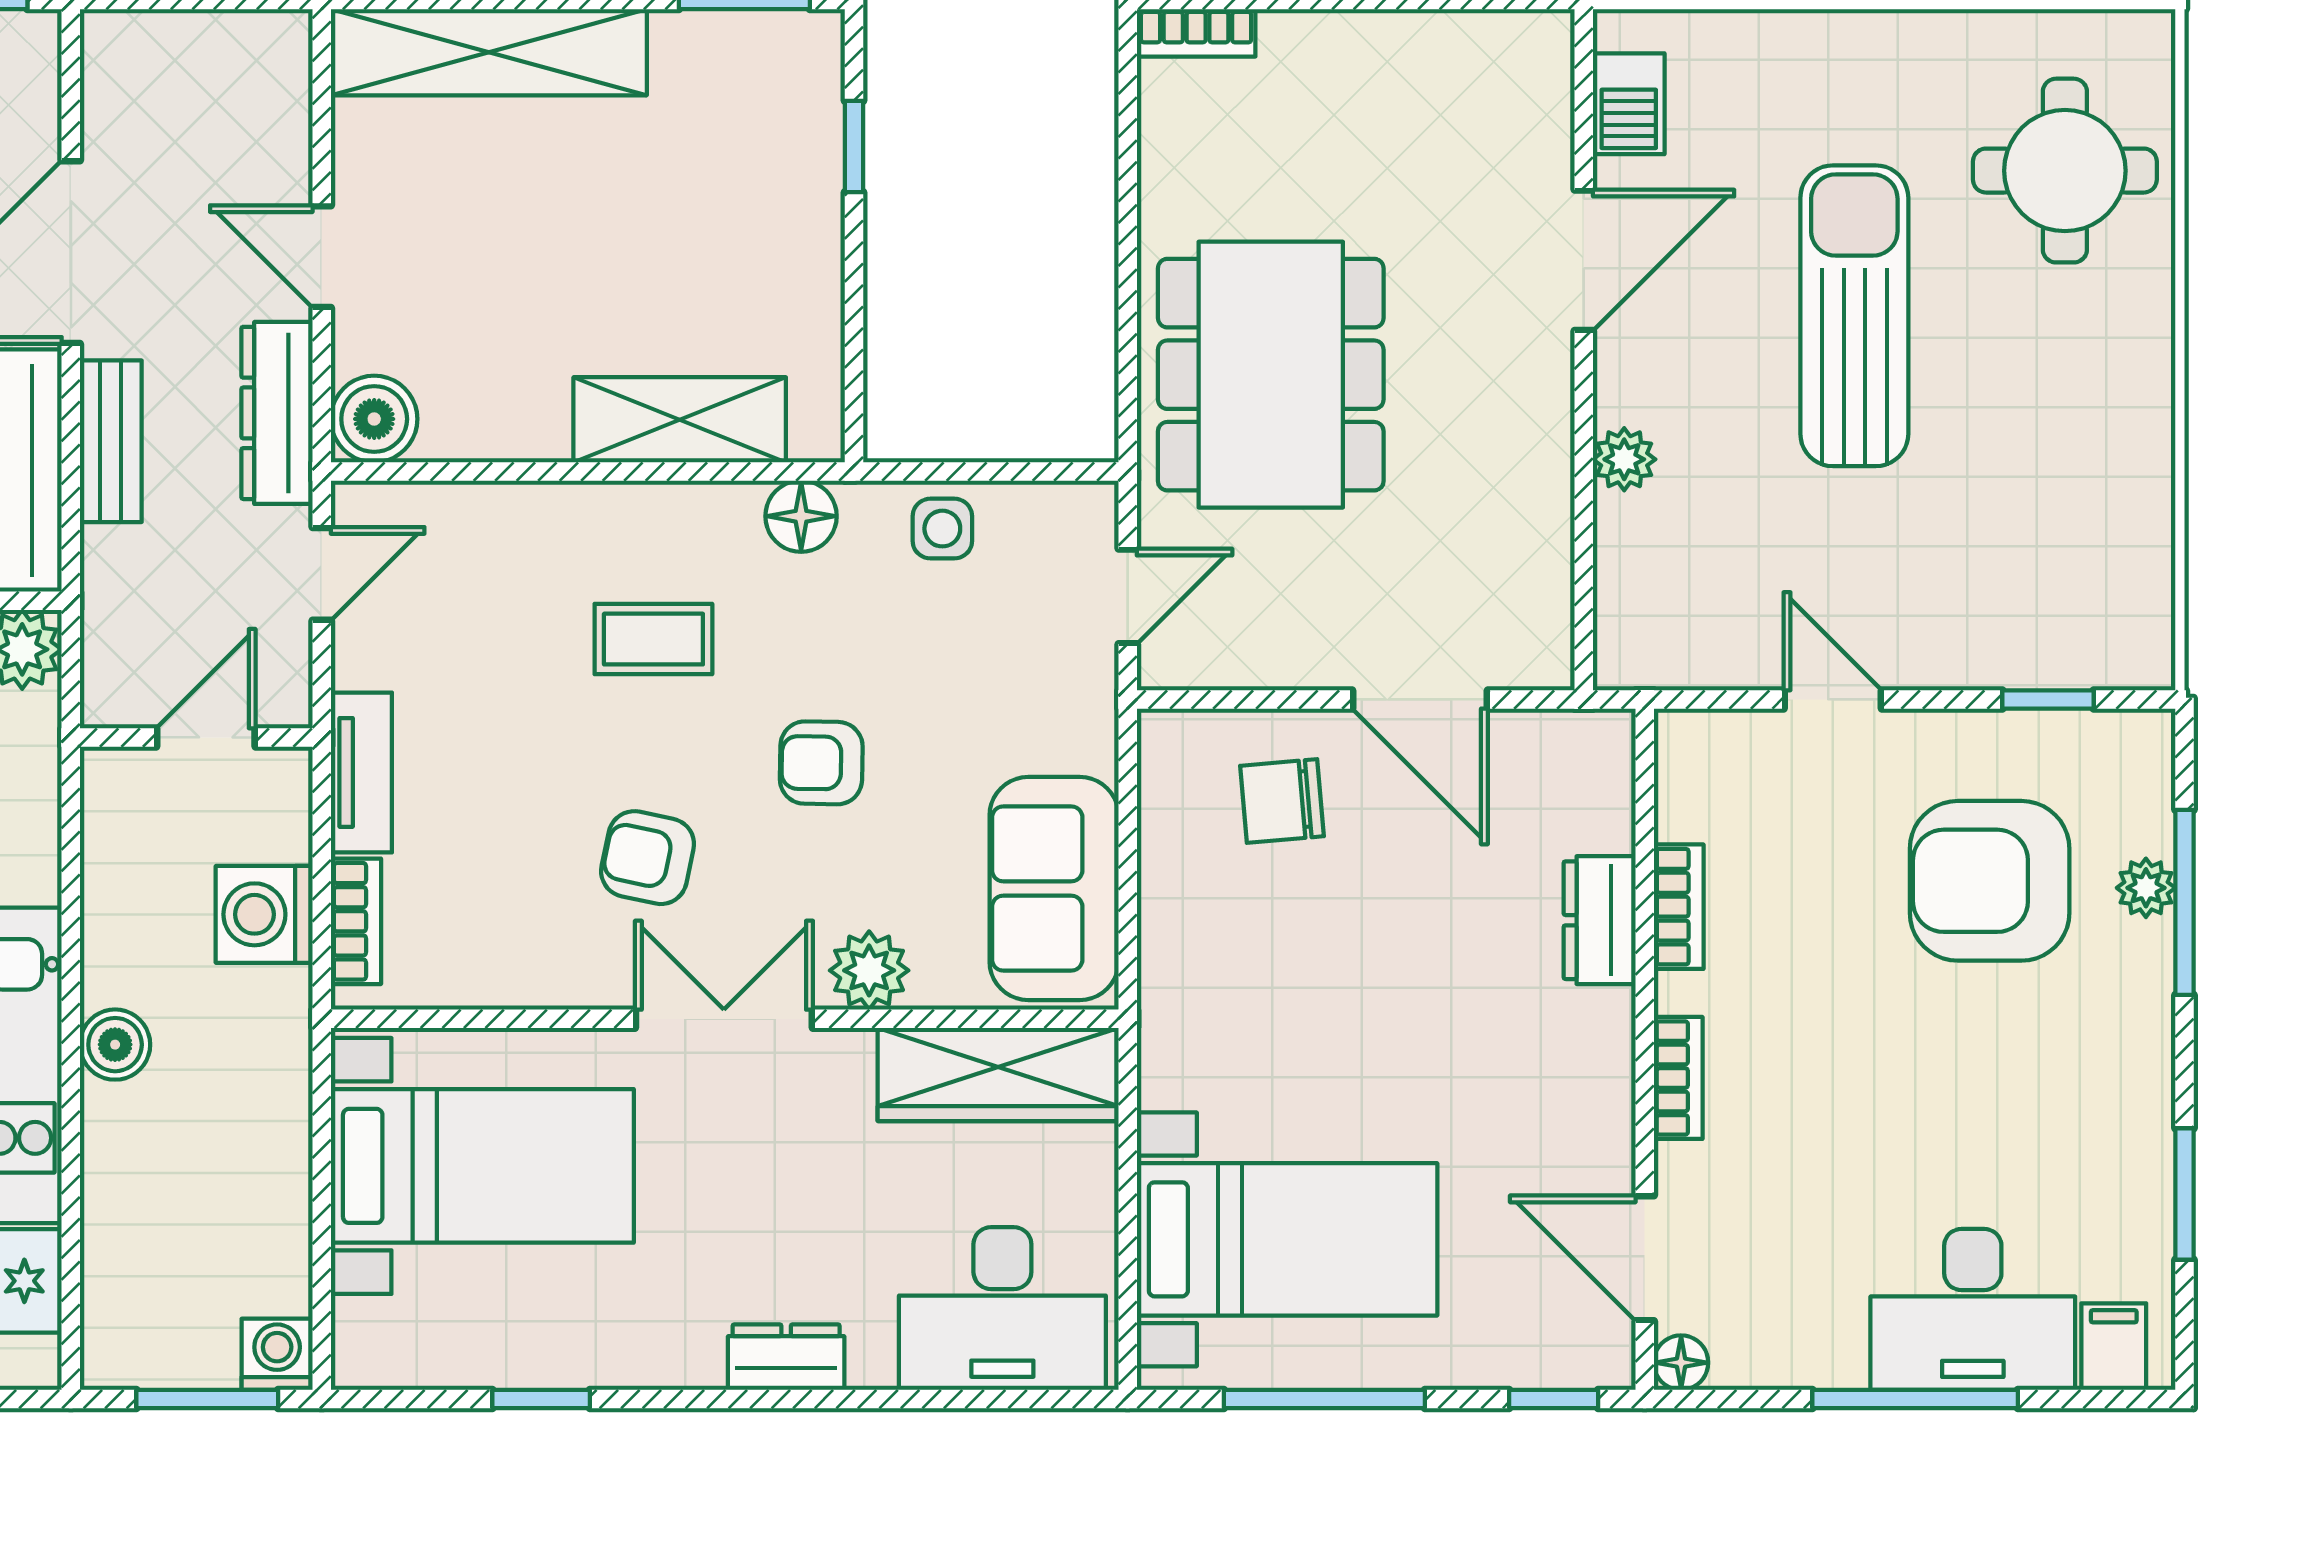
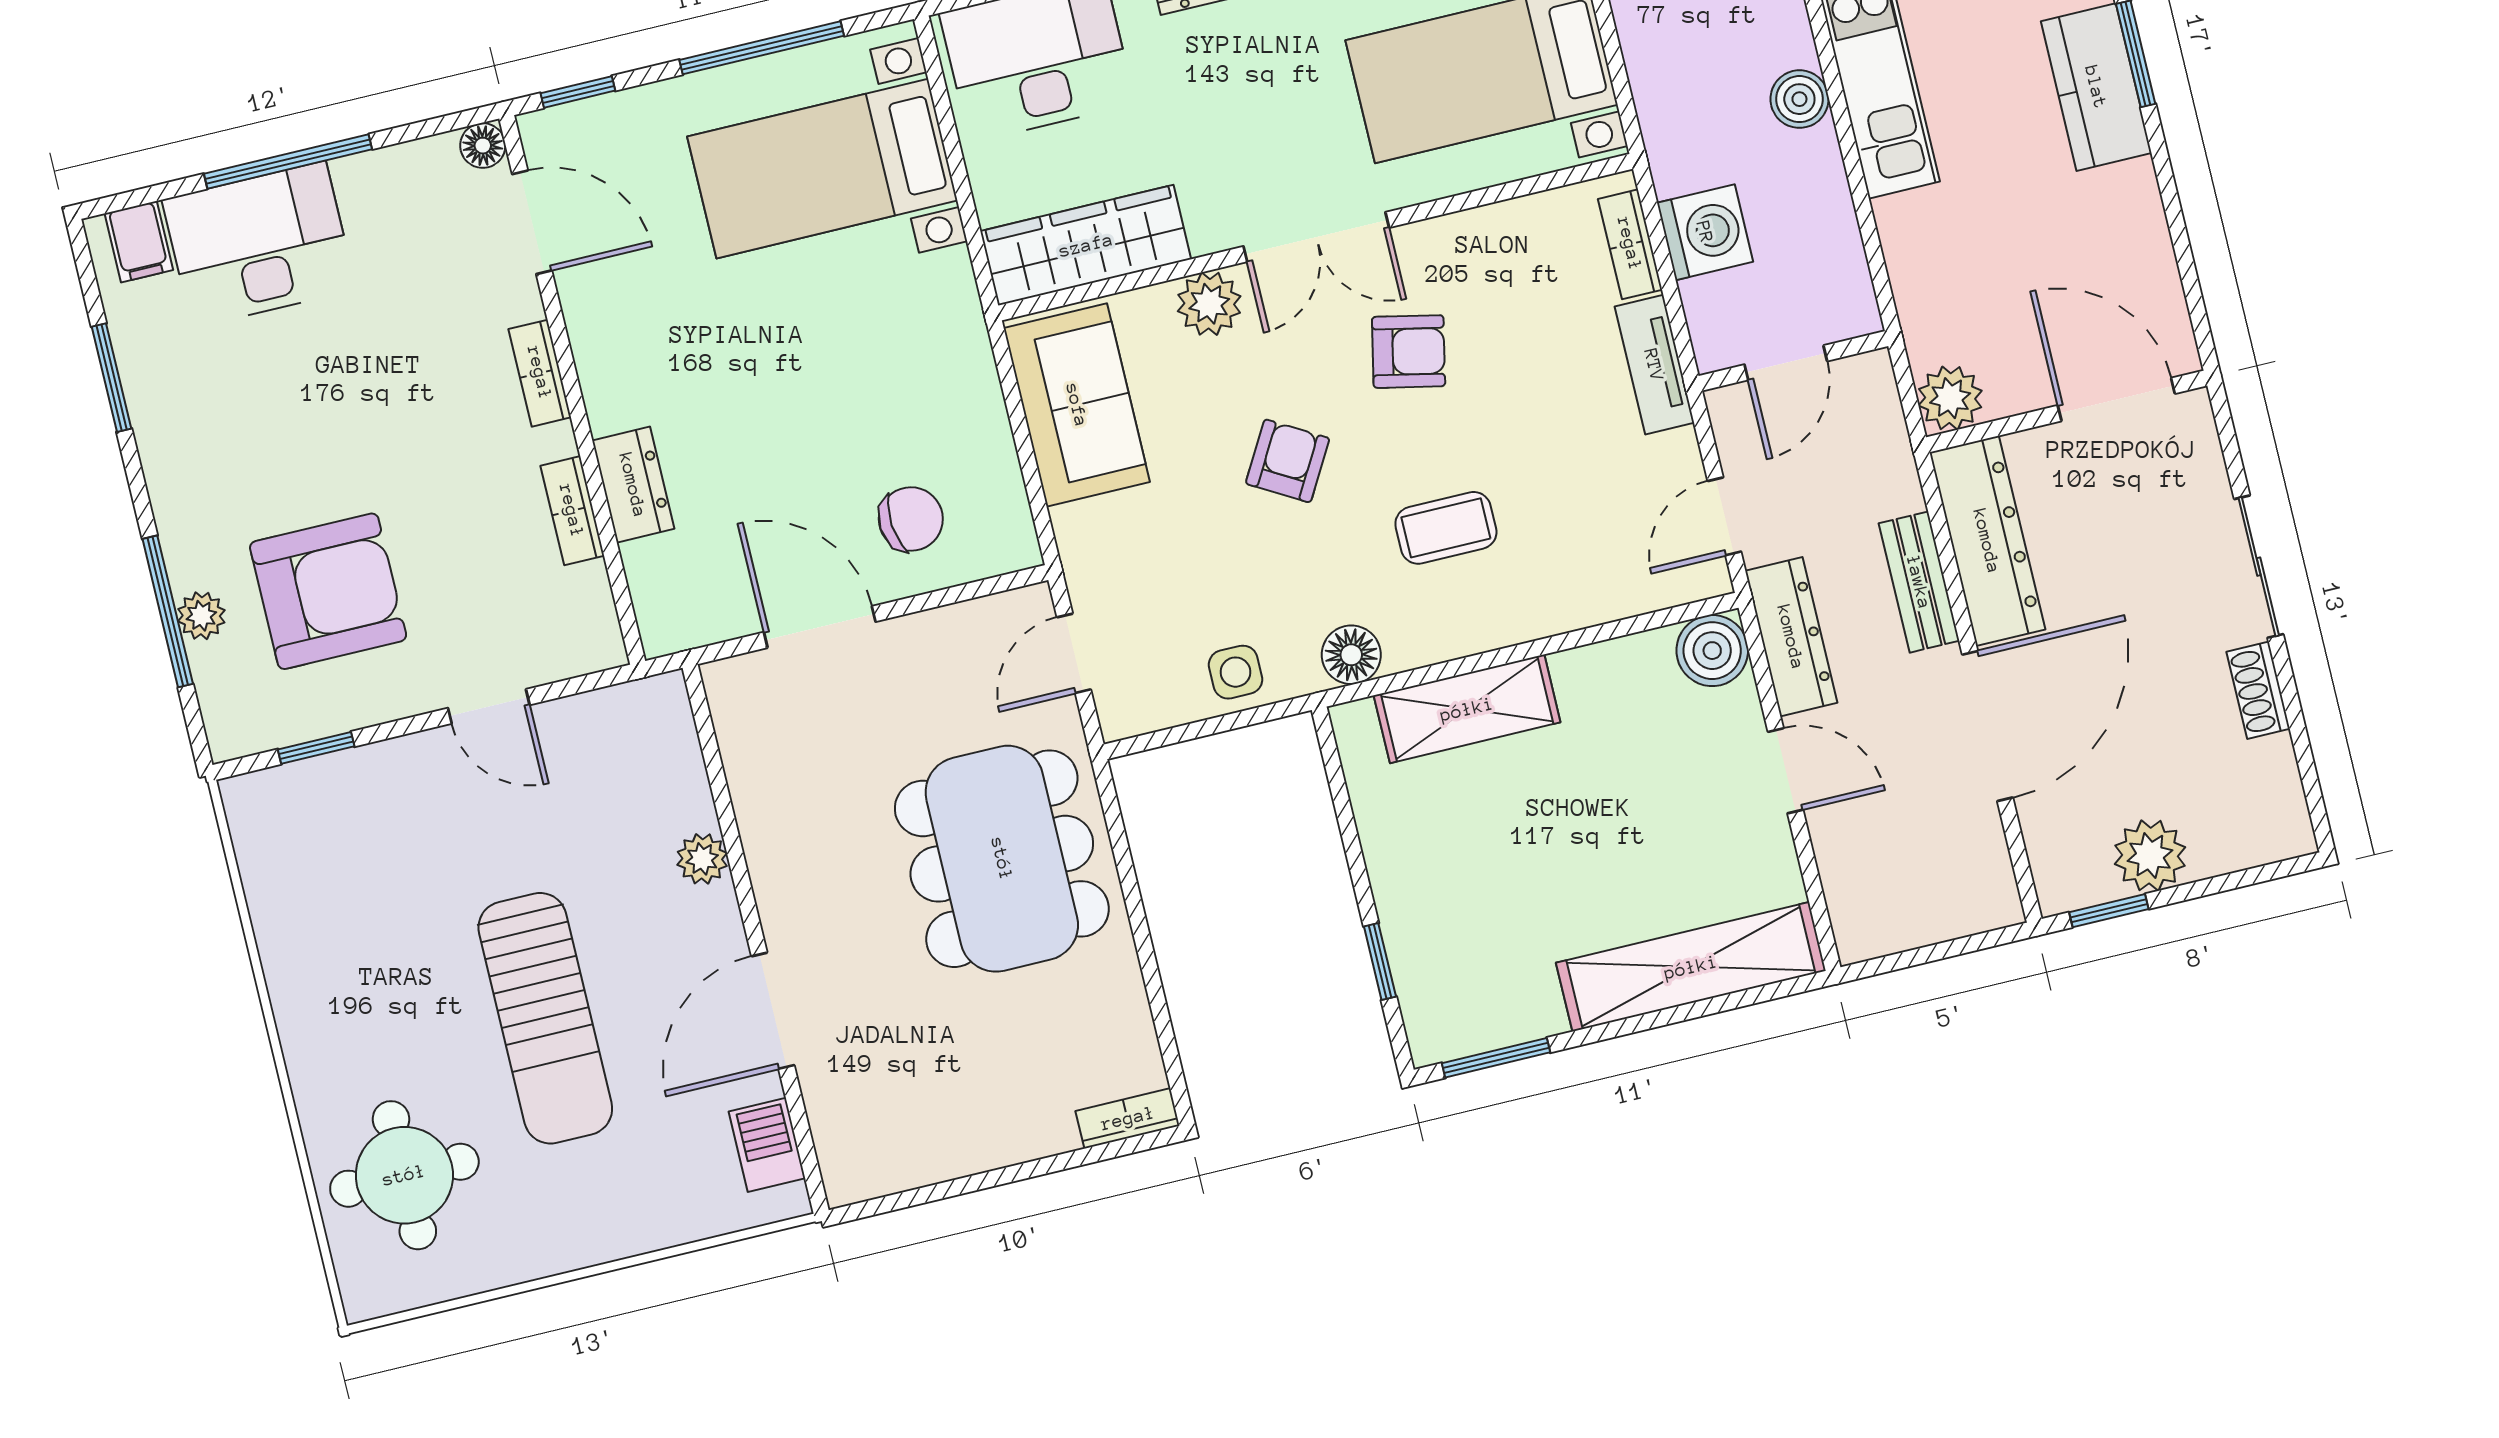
armchair: (821, 763) -> (1288, 461), turned -61

